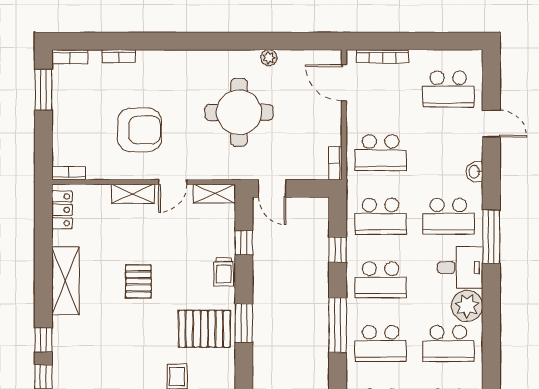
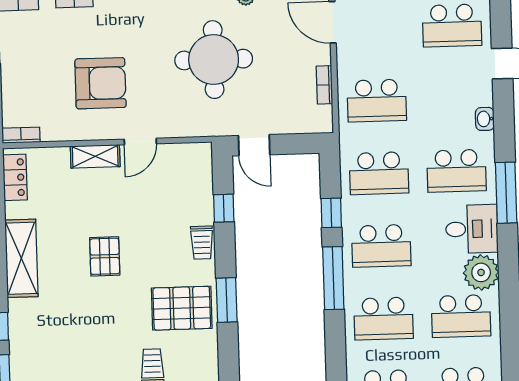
bookcase: (335, 163) -> (324, 85), moved
shelving: (214, 194) -> (188, 153), removed
window: (338, 325) -> (333, 278), moved

